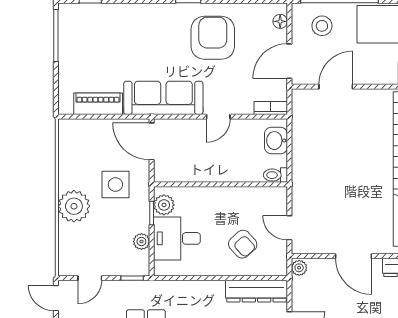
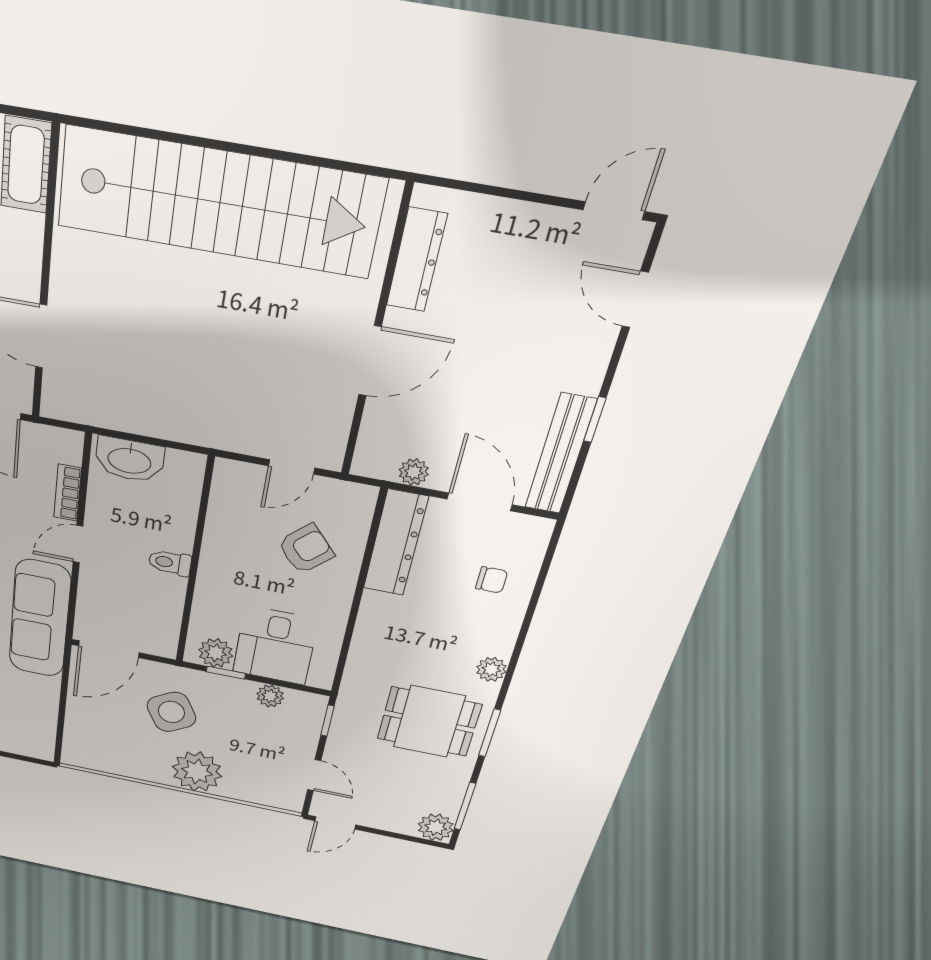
piano: (98, 104) -> (42, 709), removed
bookcase: (271, 108) -> (68, 493), moved
door: (218, 117) -> (78, 544), swing flipped
washbasin: (276, 141) -> (129, 460), width x1.38
toilet: (275, 175) -> (170, 563), moved, turned 90
side table: (115, 184) -> (171, 712), turned -30
plant: (299, 268) -> (414, 472), moved

